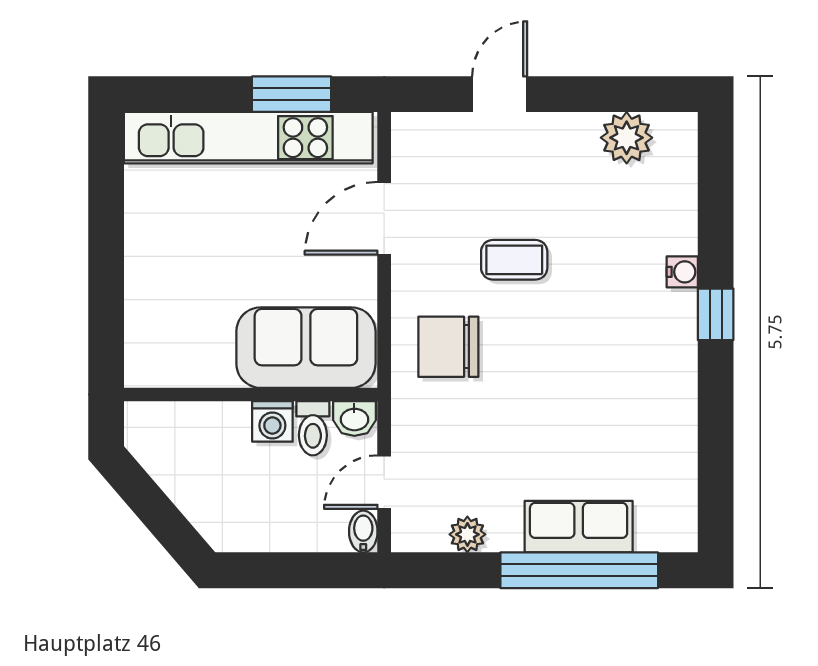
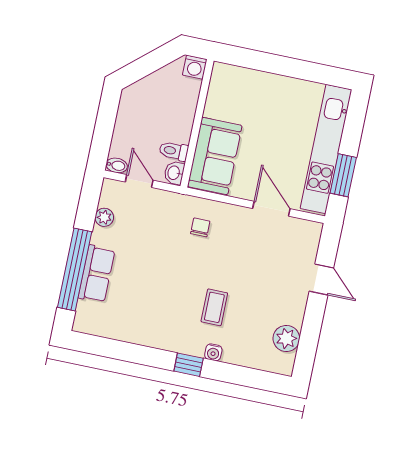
coffee table: (514, 260) -> (214, 307), moved
chair: (448, 347) -> (200, 227), width x0.54, depth x0.54
washing machine: (272, 421) -> (195, 67), moved, turned -90

